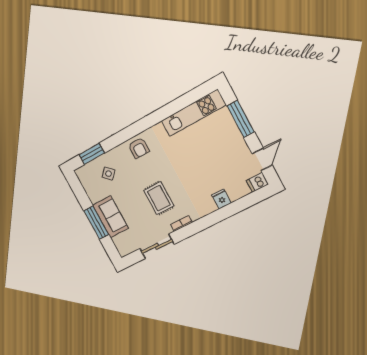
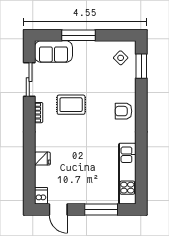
side table: (109, 174) -> (121, 58), moved
sofa: (110, 217) -> (53, 52), moved

